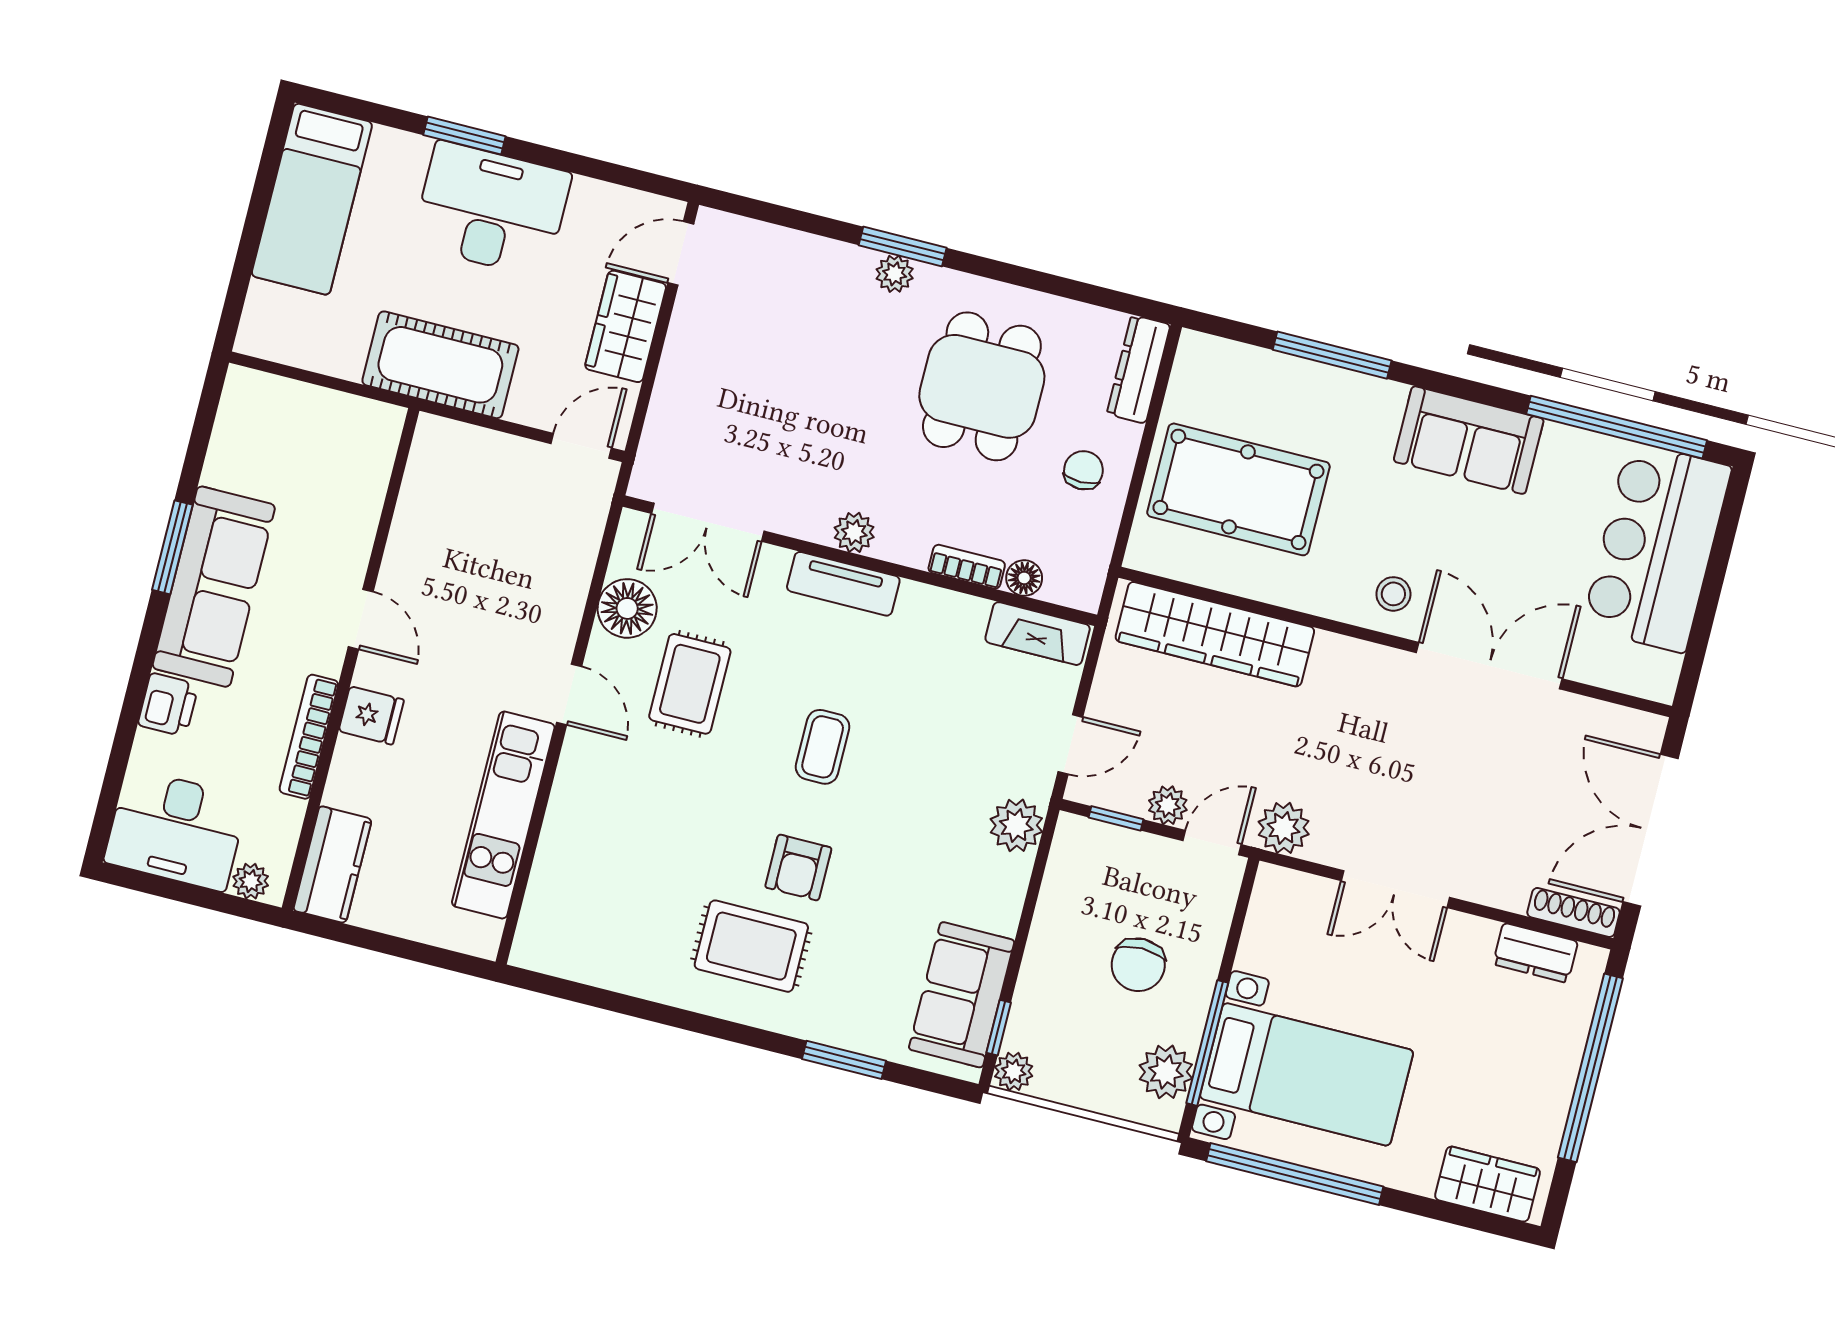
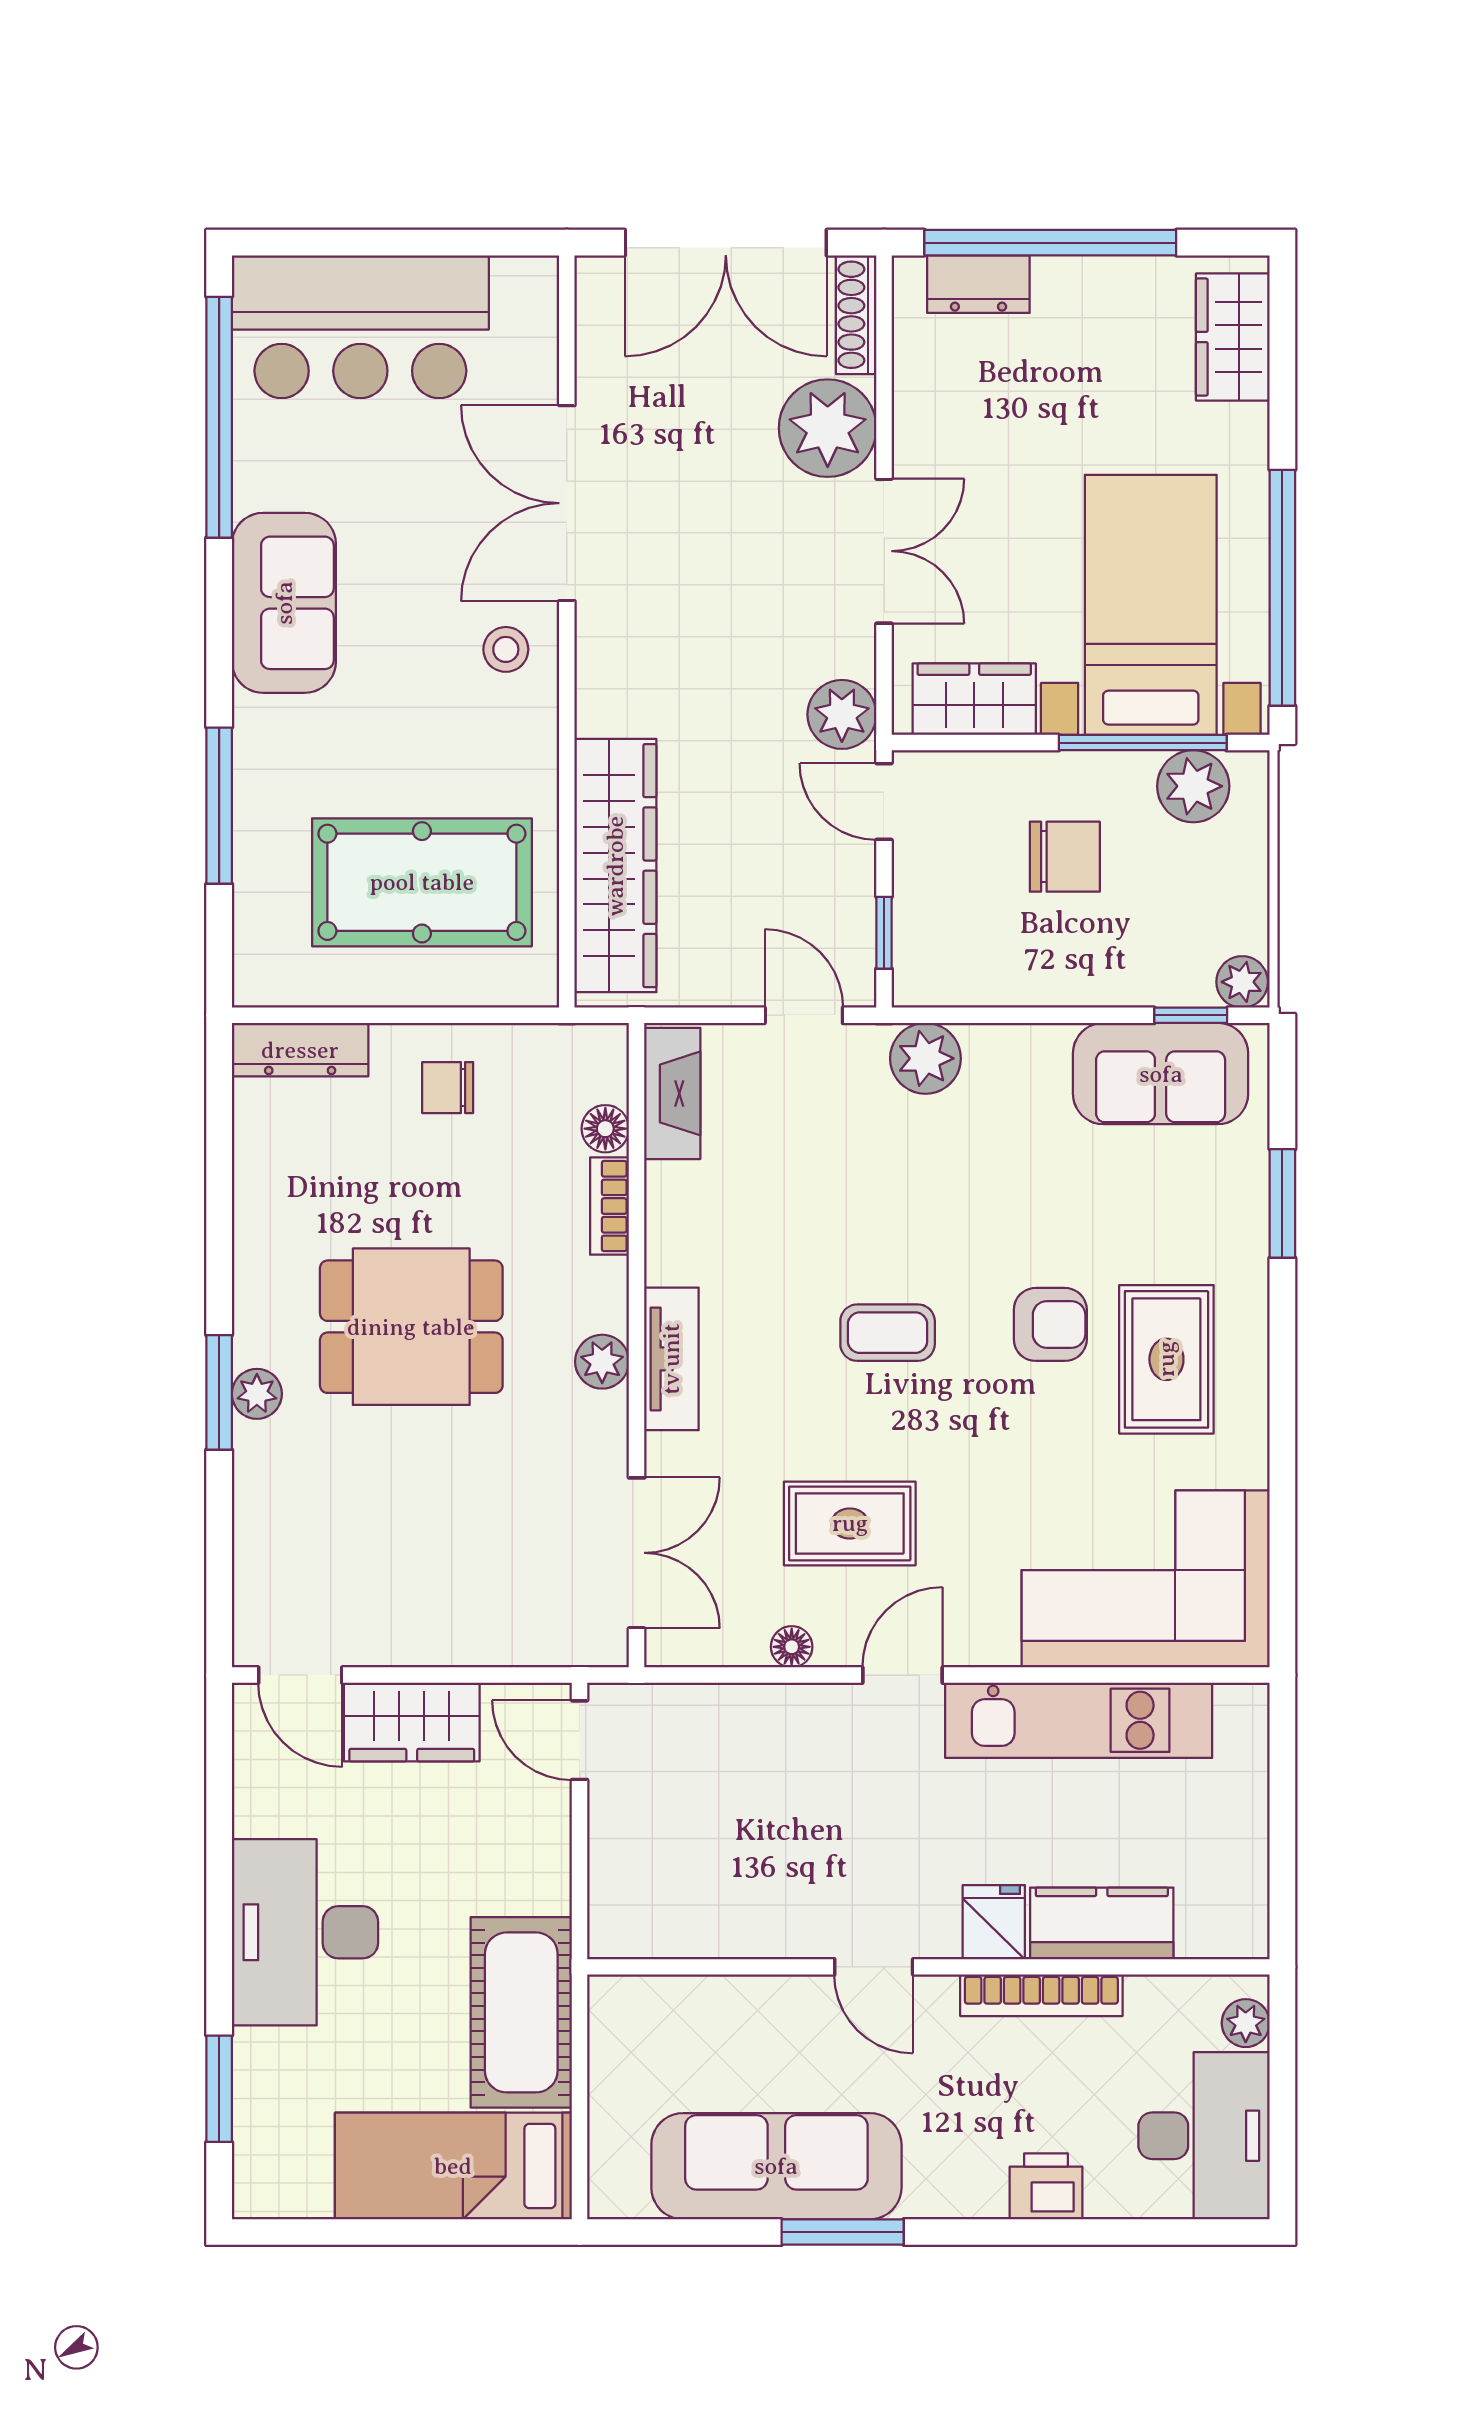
window: (464, 136) -> (219, 2089), moved
bed: (312, 199) -> (453, 2166), moved, turned 180
cot: (440, 365) -> (521, 2012), moved
dining table: (982, 386) -> (411, 1327), moved
pool table: (1238, 489) -> (422, 882), turned 90
sofa: (214, 587) -> (776, 2166), moved
floor lamp: (627, 608) -> (792, 1647), width x0.53, depth x0.53
door: (361, 619) -> (874, 1967), swing flipped
plant: (1168, 805) -> (828, 428), moved, width x1.87, depth x1.87
kitchen counter: (333, 865) -> (1102, 1923), moved
corner sofa: (594, 890) -> (1146, 1579), added
wardrobe: (1270, 928) -> (974, 699), added
dresser: (1535, 953) -> (978, 284), moved, turned 90

